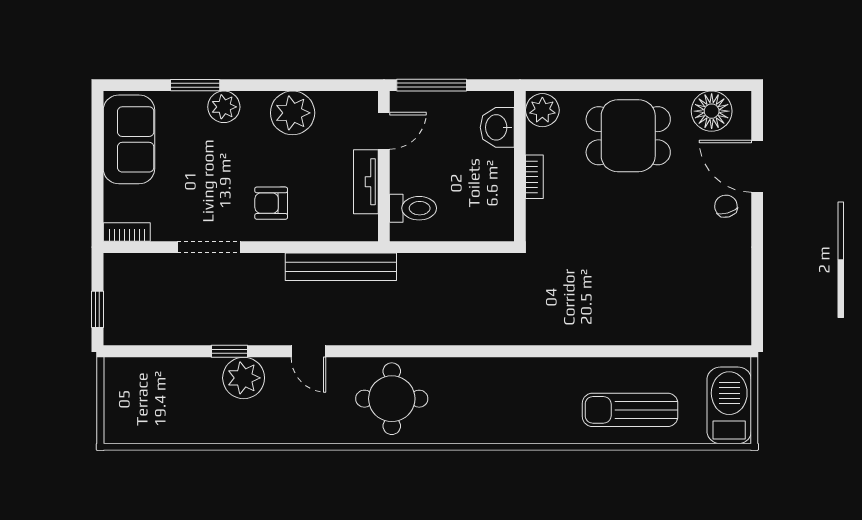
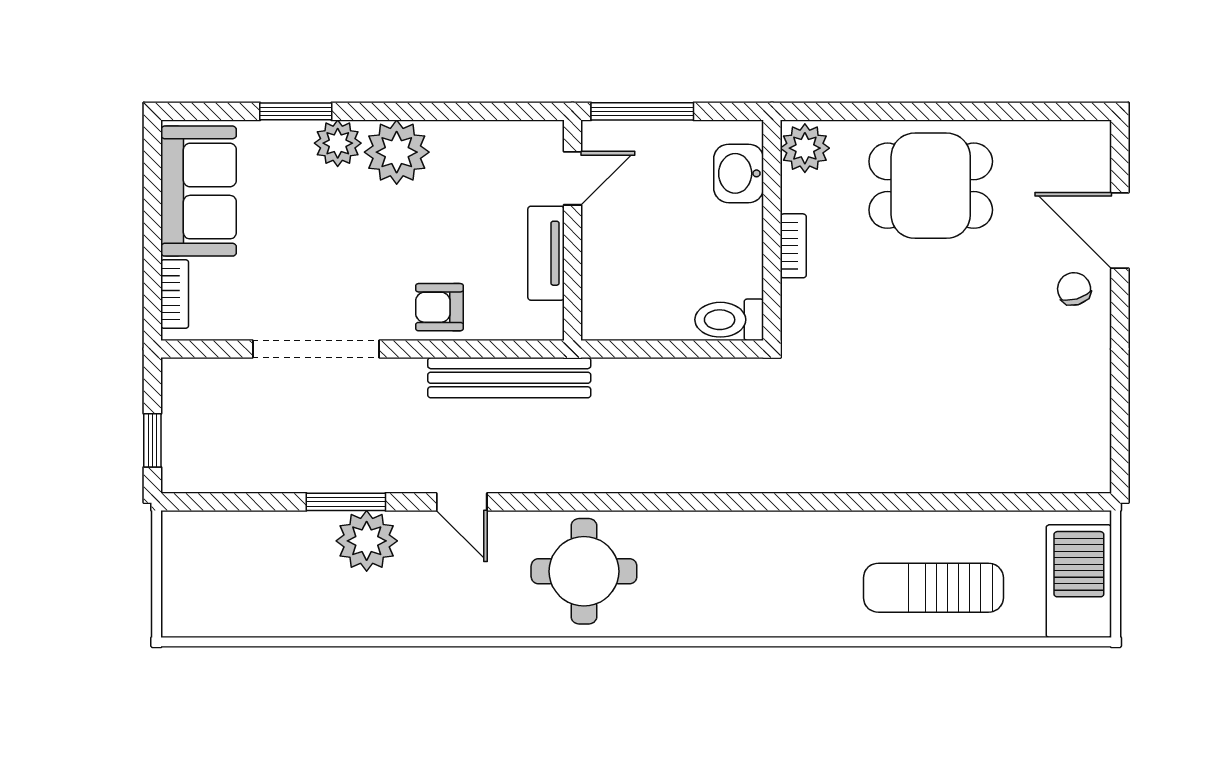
floor lamp: (712, 111) -> (1053, 150), removed
plant: (293, 113) -> (397, 152), moved
armchair: (271, 203) -> (439, 307), moved
toilet: (413, 208) -> (729, 320), moved, turned 180
bookcase: (127, 232) -> (175, 294), moved, turned 90
doorway: (209, 247) -> (316, 349), width x1.36
window: (229, 351) -> (346, 502), width x1.50

